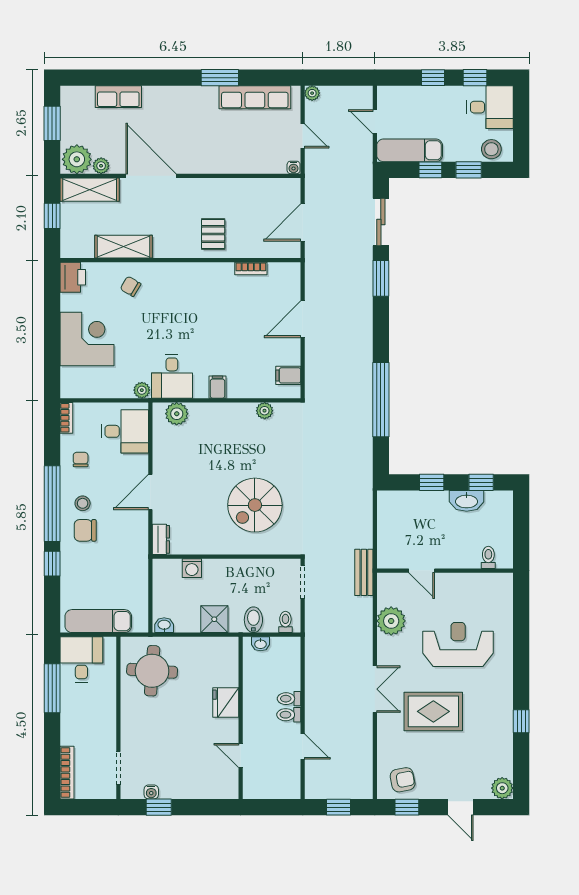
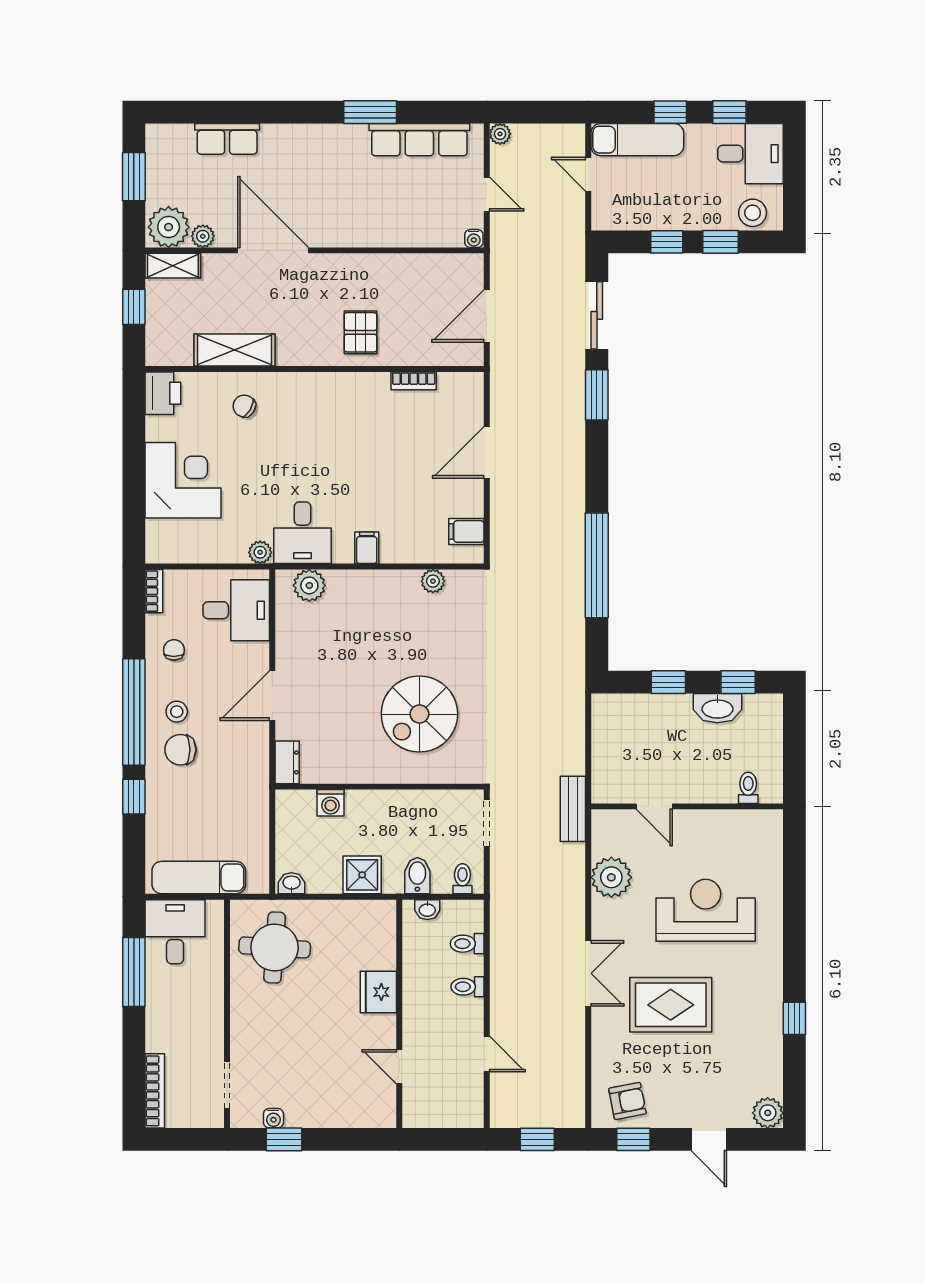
exam couch: (410, 150) -> (637, 140), moved, turned 180
shelving: (90, 190) -> (173, 266), width x0.67, depth x0.75
toilet: (289, 715) -> (467, 944), moved

